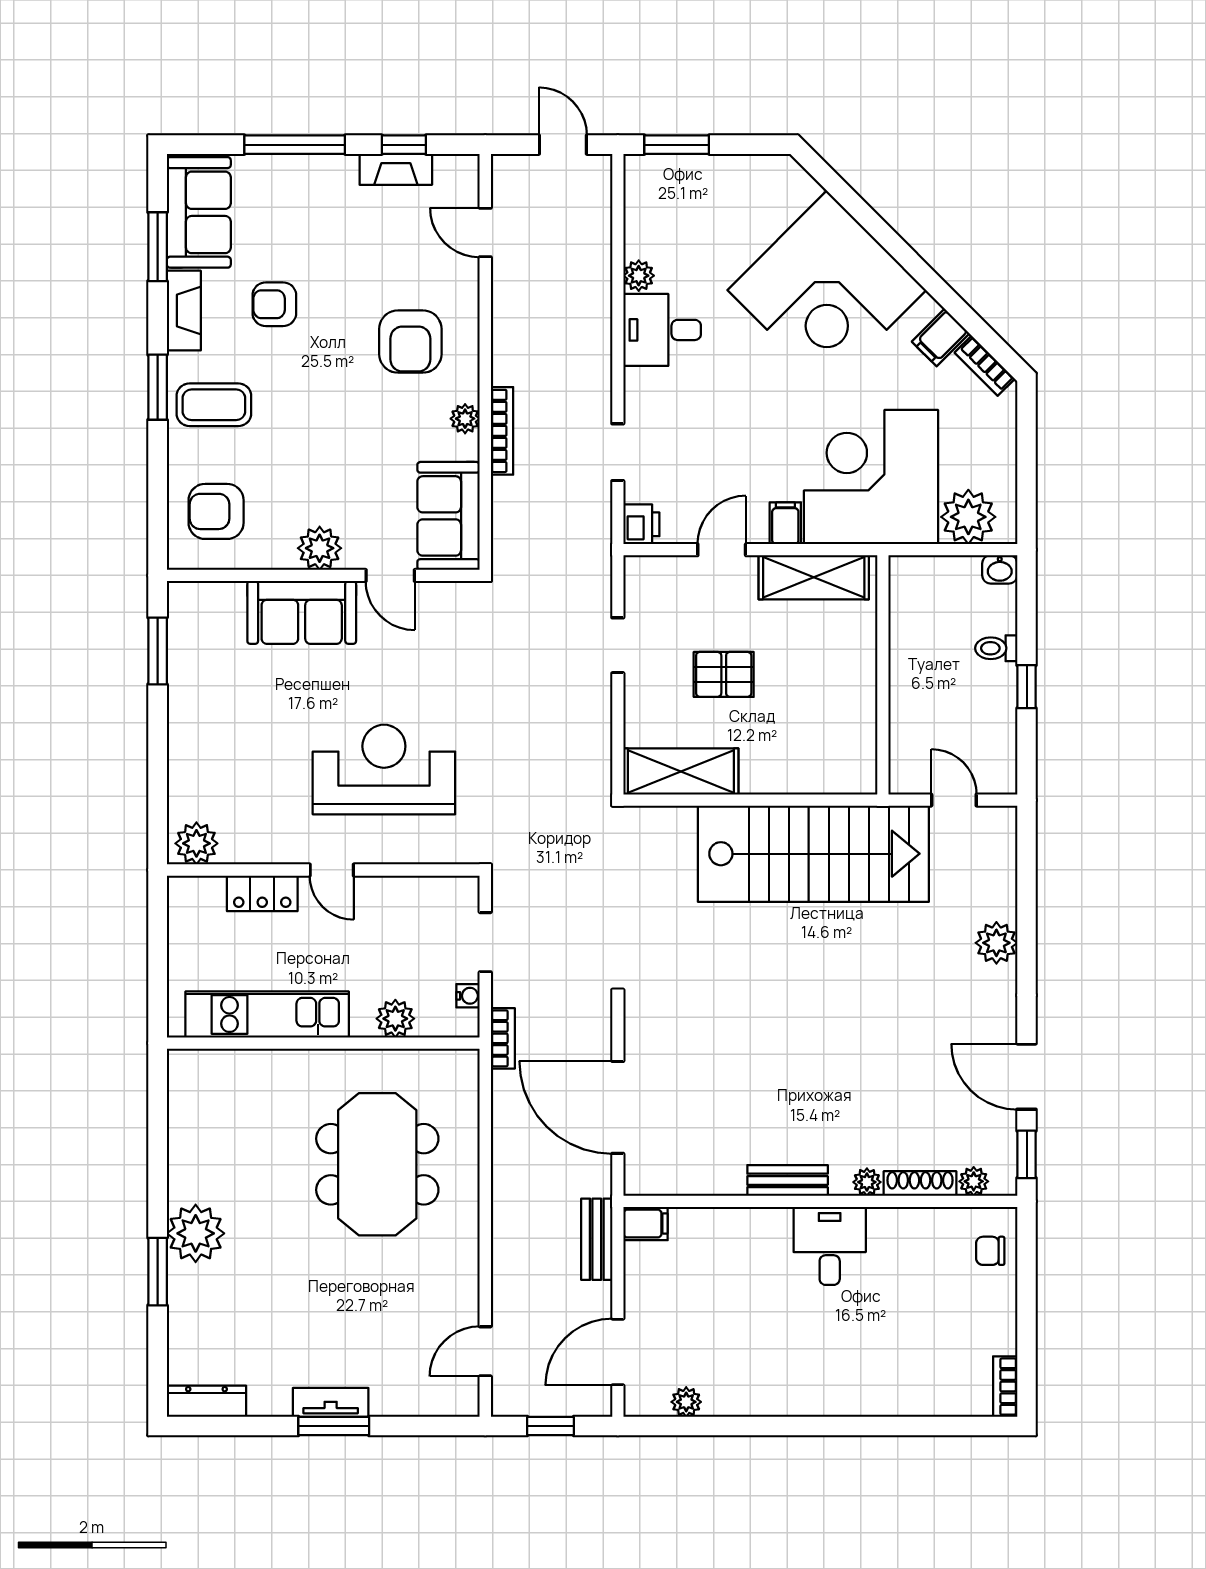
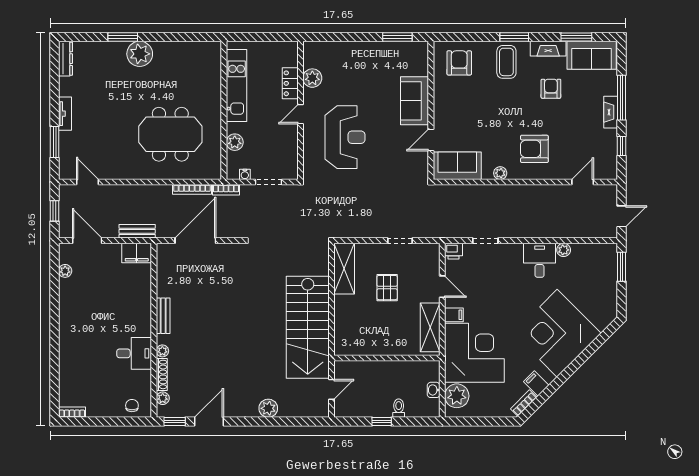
fireplace: (396, 169) -> (611, 112), moved
bookcase: (502, 431) -> (192, 189), moved
plant: (320, 548) -> (443, 109), removed
washbasin: (1000, 569) -> (434, 390), moved
plant: (196, 843) -> (312, 78), moved
filing cabinet: (646, 1224) -> (137, 253), width x2.00
desk: (830, 1246) -> (134, 353), moved
window: (334, 1426) -> (54, 142), moved

